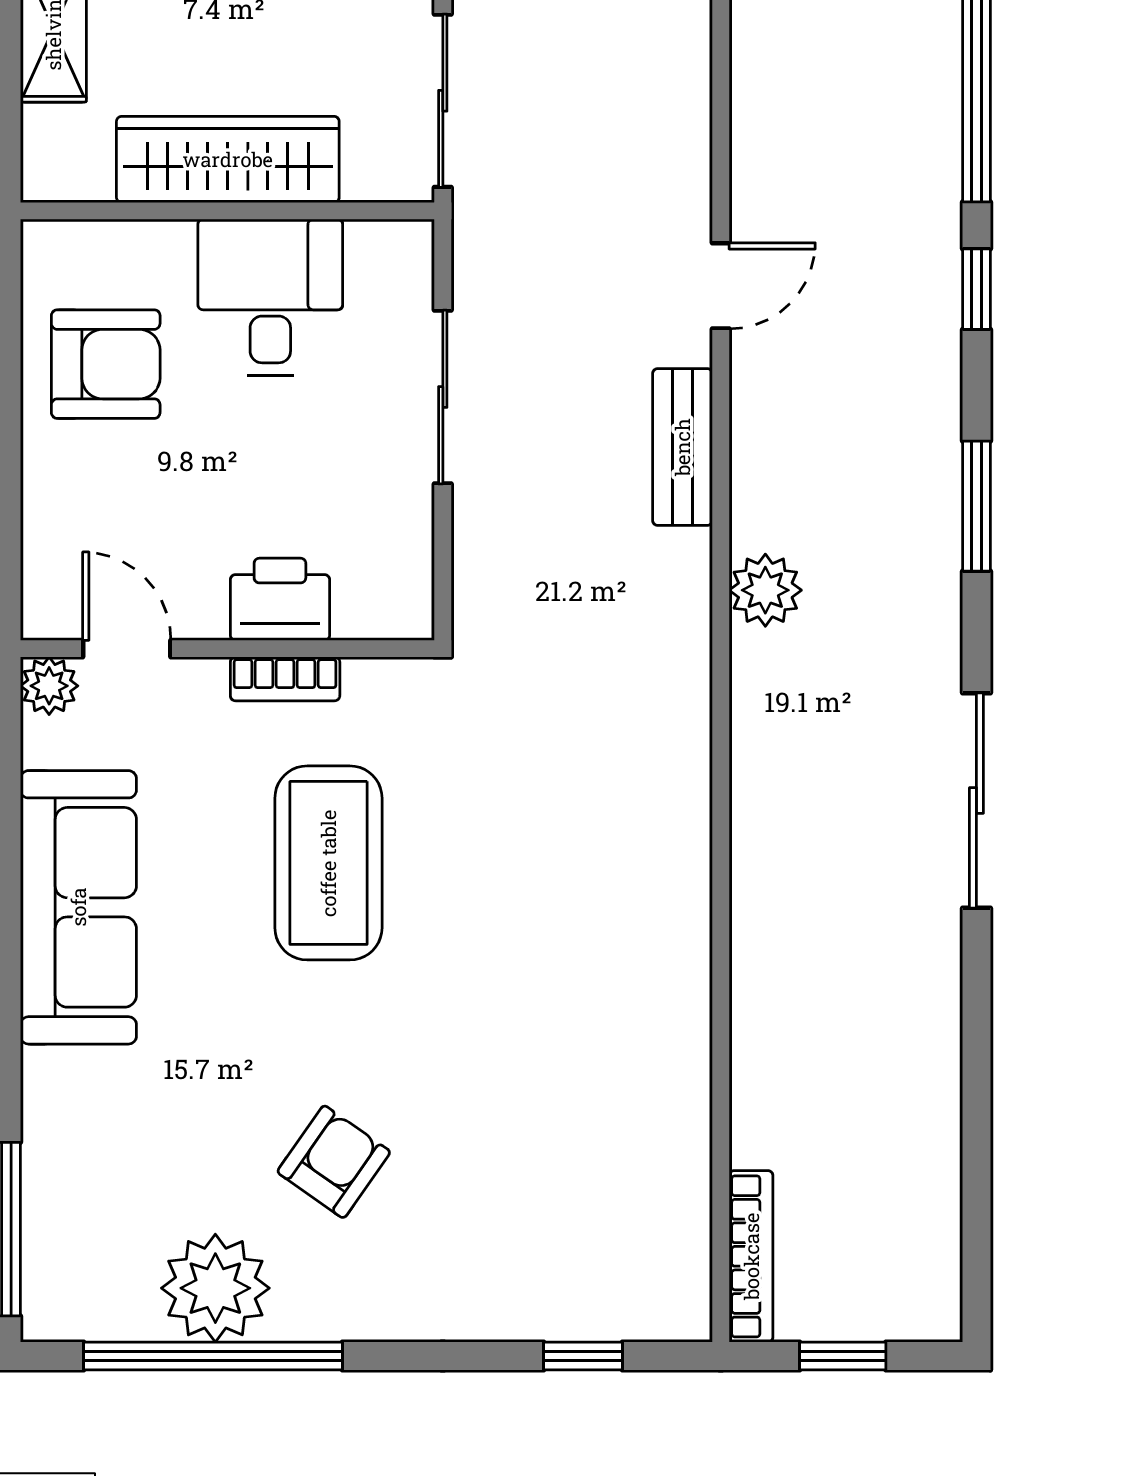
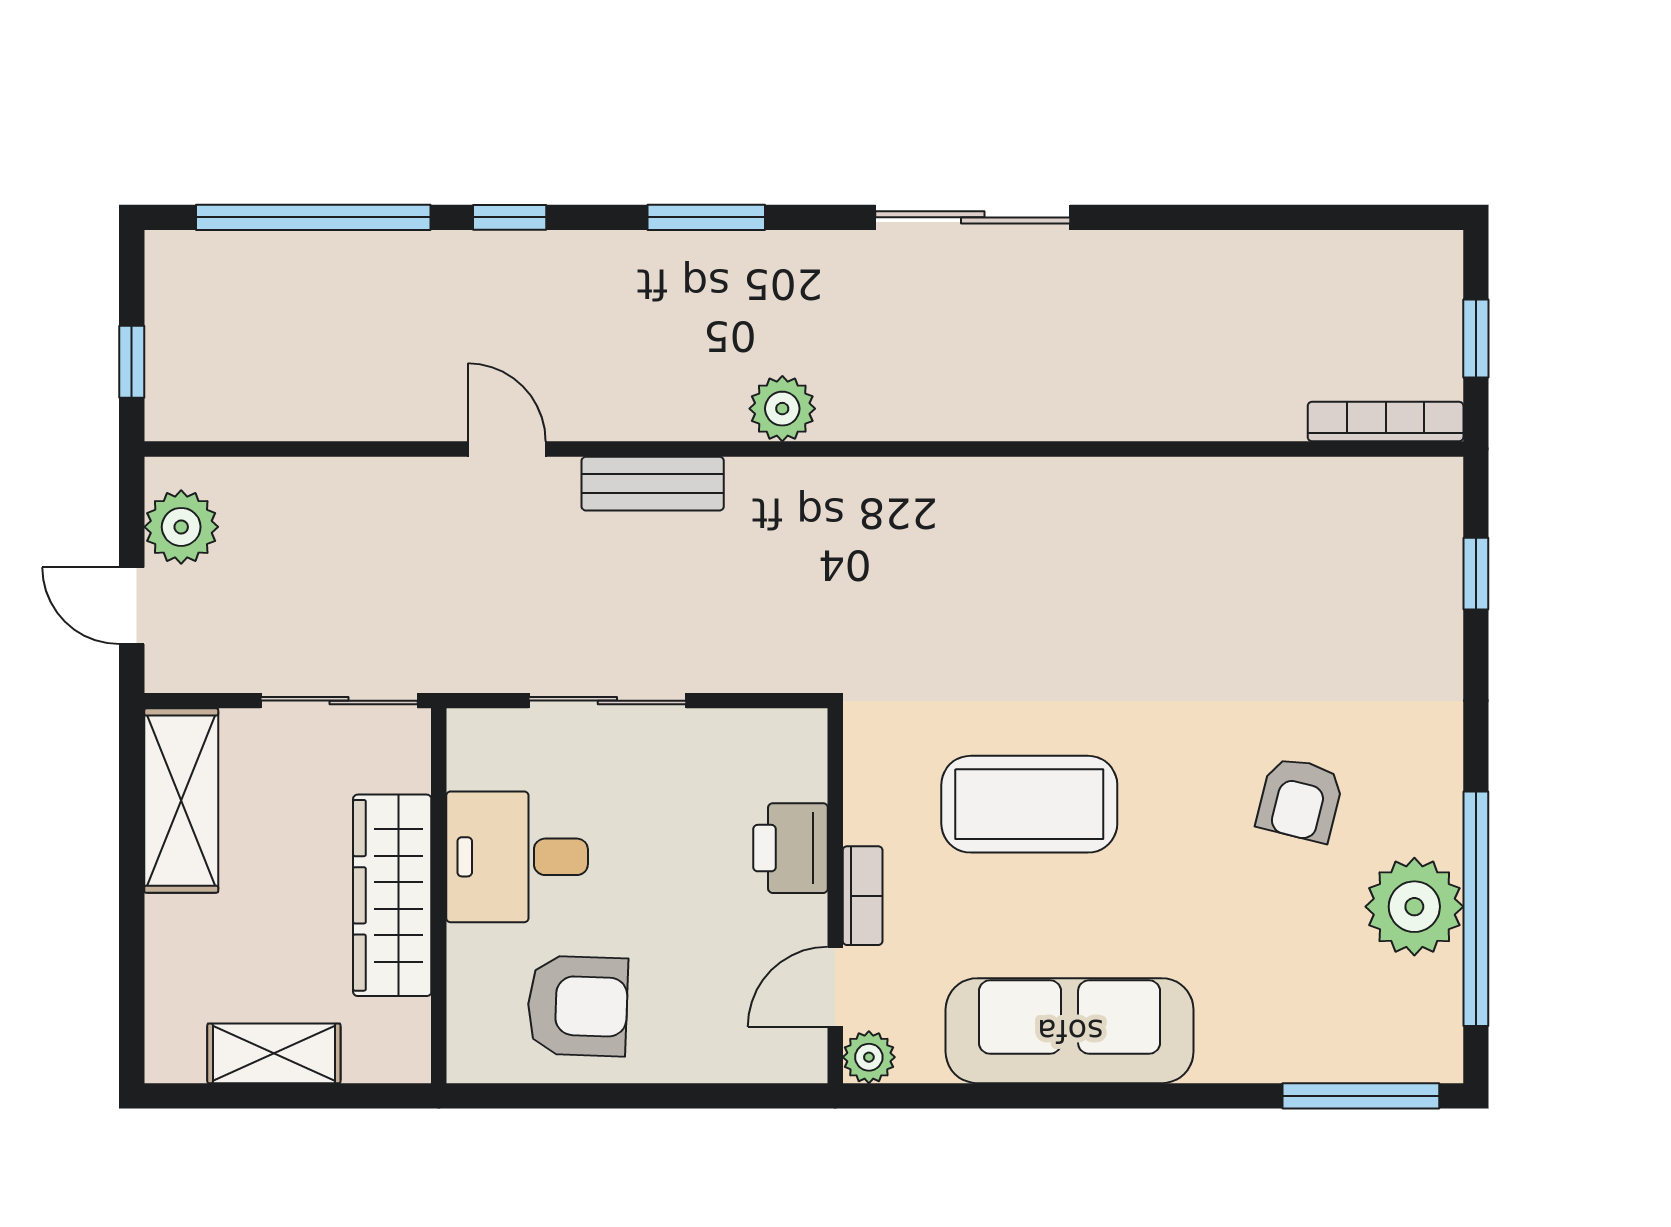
armchair: (106, 364) -> (578, 1006), turned 92
bookcase: (285, 679) -> (863, 896), moved
armchair: (334, 1162) -> (1300, 799), turned -111

